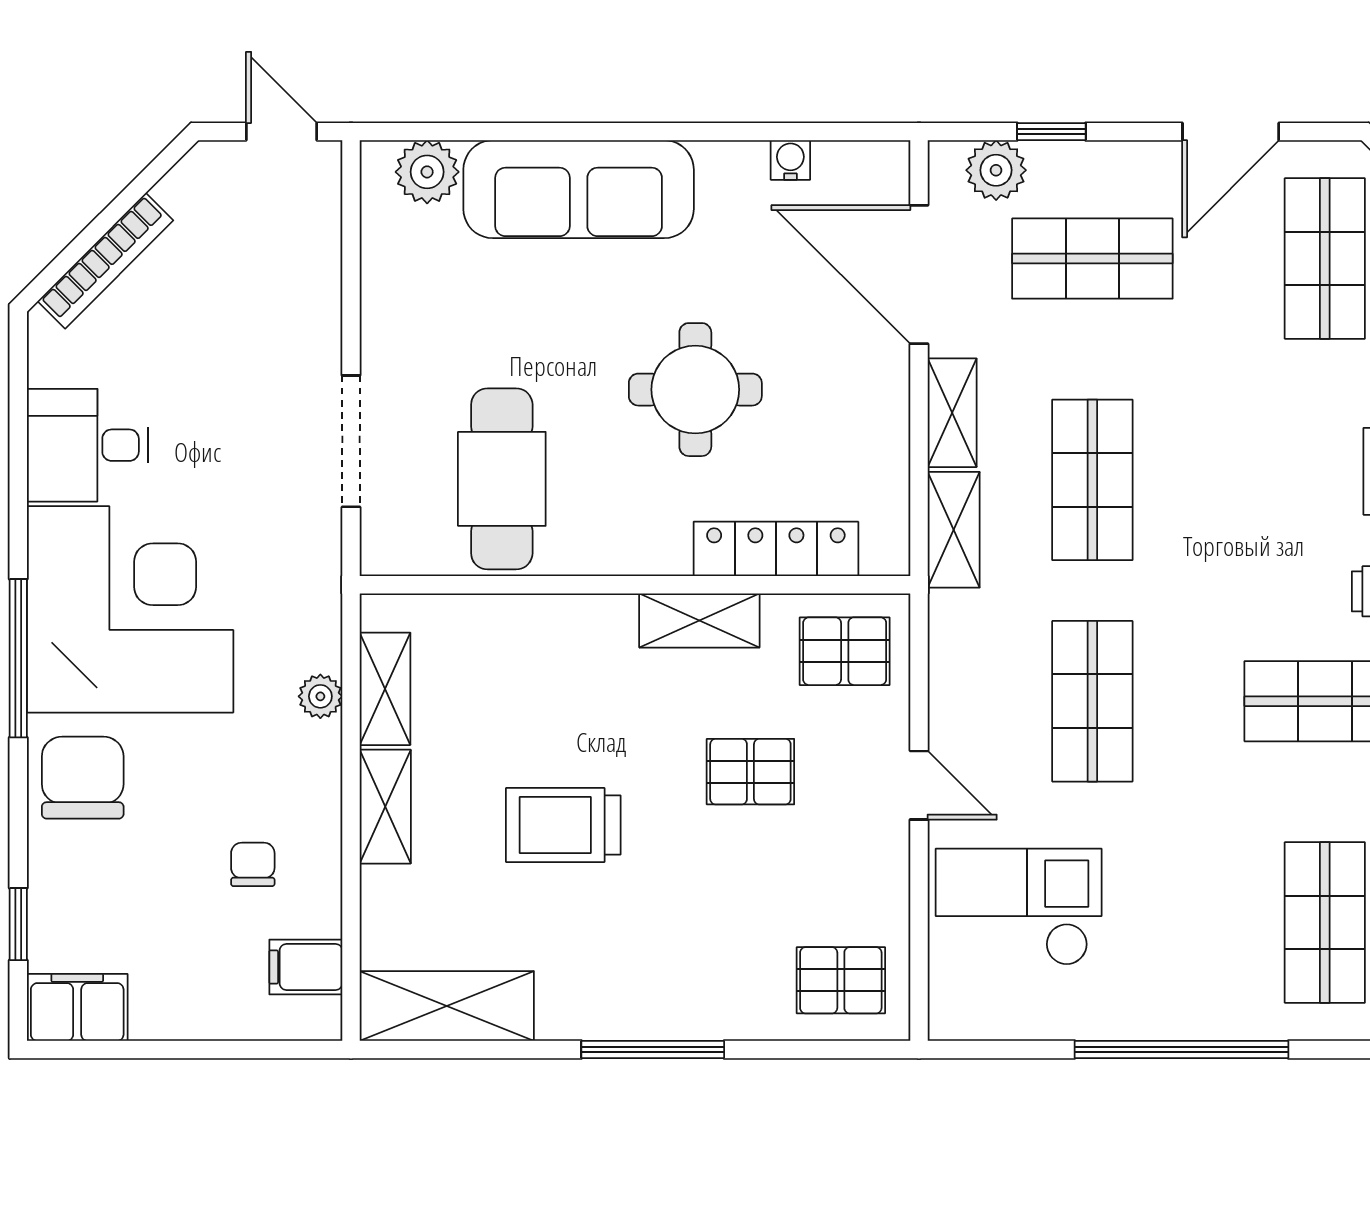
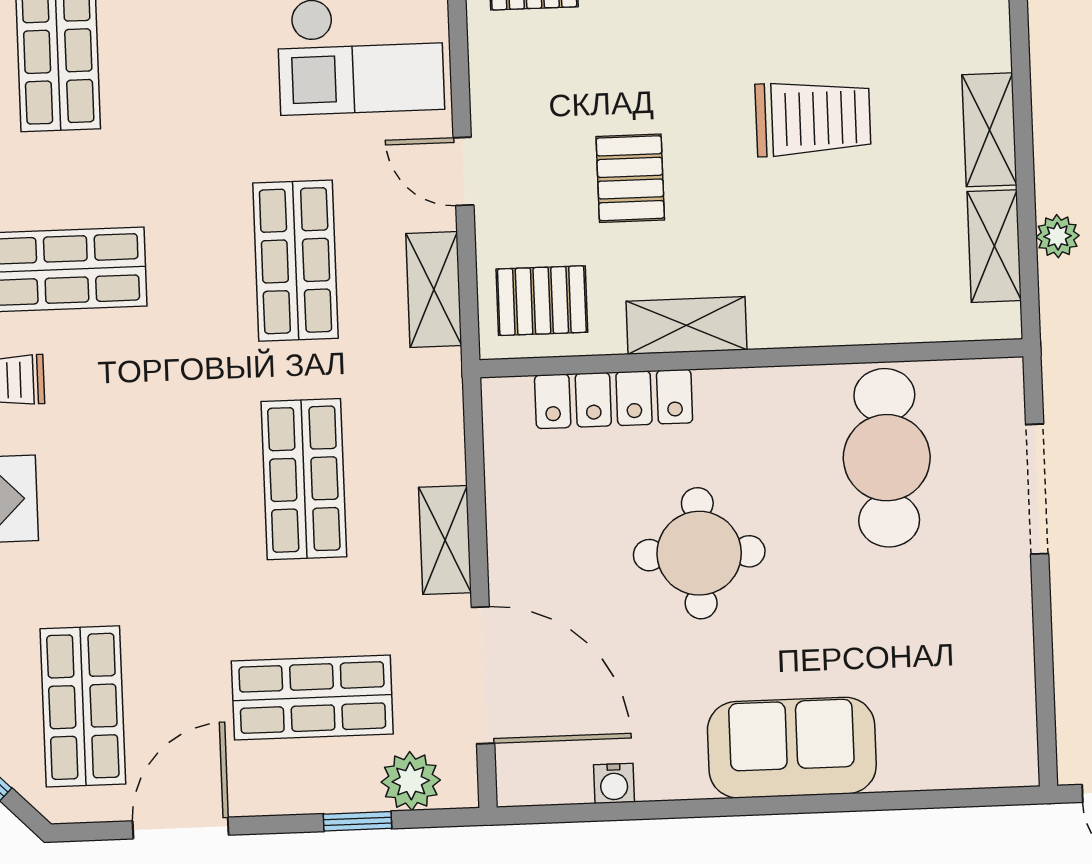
plant: (427, 172) -> (972, 758), removed
sofa: (579, 189) -> (792, 748), width x0.73
shelving: (954, 530) -> (434, 290), moved
pallet: (750, 772) -> (630, 178), turned 90

